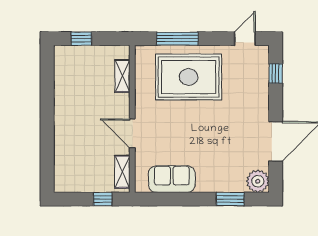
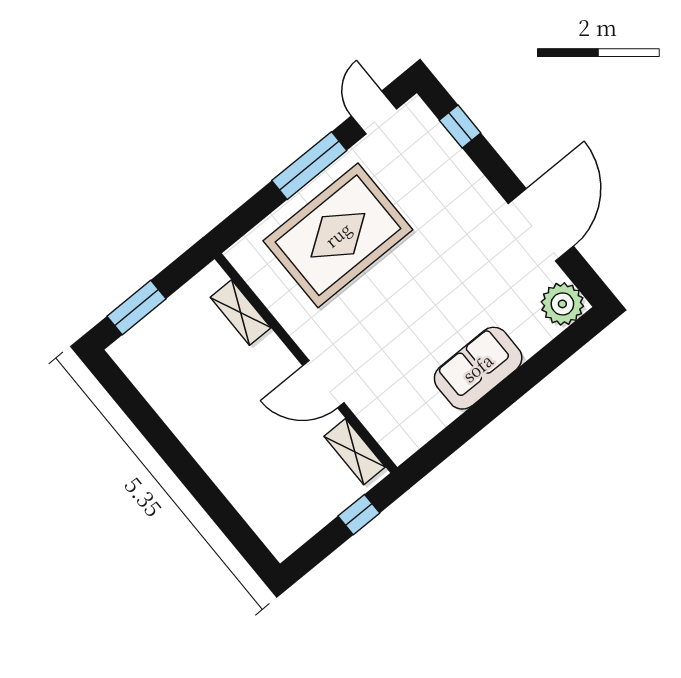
window: (81, 39) -> (136, 307), width x1.50
window: (177, 39) -> (309, 166), moved
sofa: (172, 179) -> (478, 368), moved
window: (230, 199) -> (544, 363), removed

